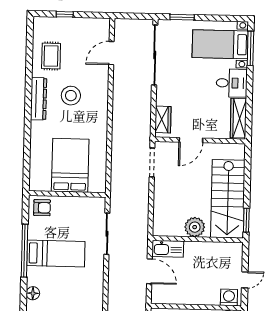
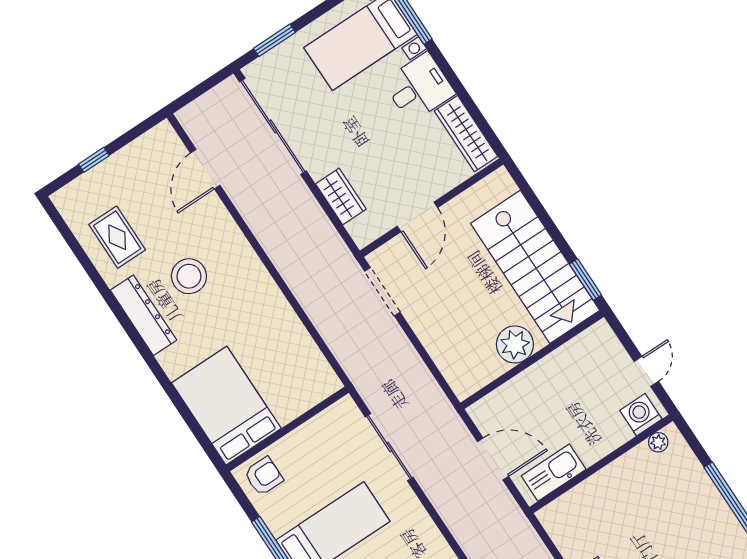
wardrobe: (163, 120) -> (341, 196), moved
bed: (70, 165) -> (226, 406), moved
kitchen sink: (168, 249) -> (554, 473), moved, turned 180

